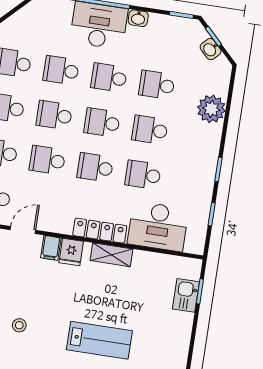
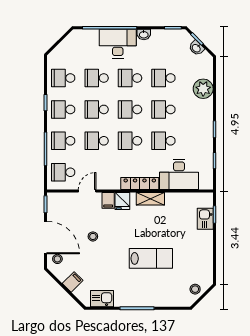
stool: (19, 325) -> (93, 236), moved

